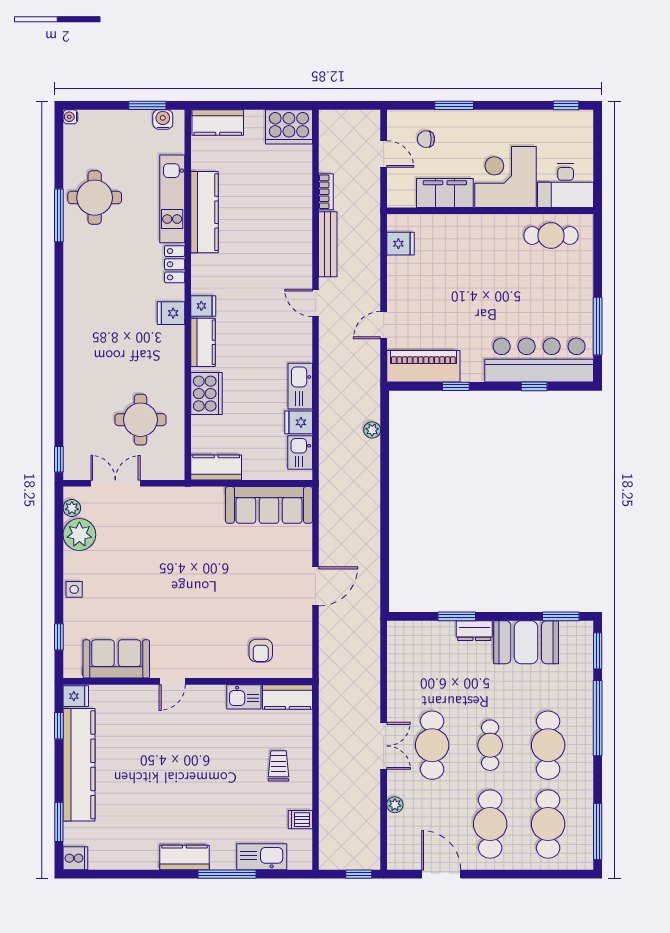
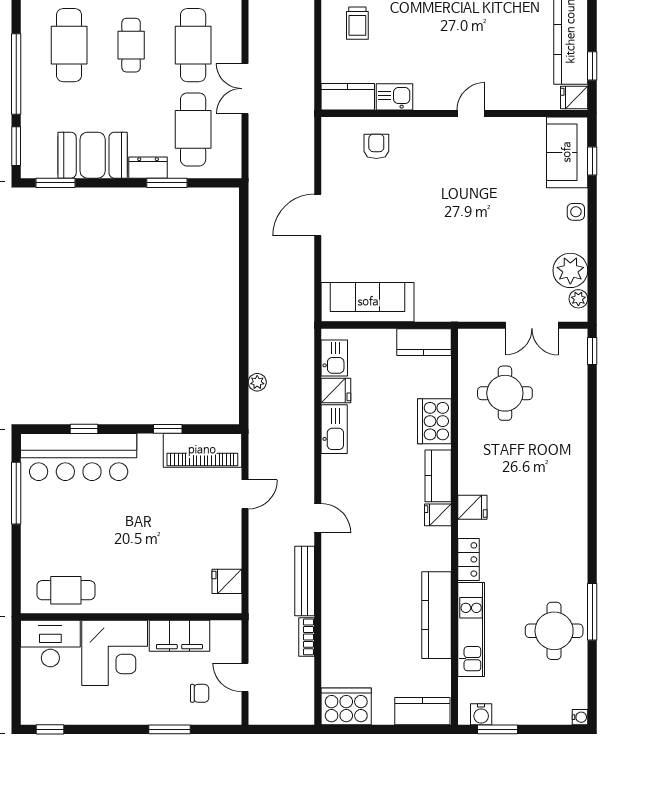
sofa: (116, 659) -> (567, 152), moved, turned 90
cafe table: (432, 666) -> (193, 129), added
double door: (384, 746) -> (245, 89), moved

